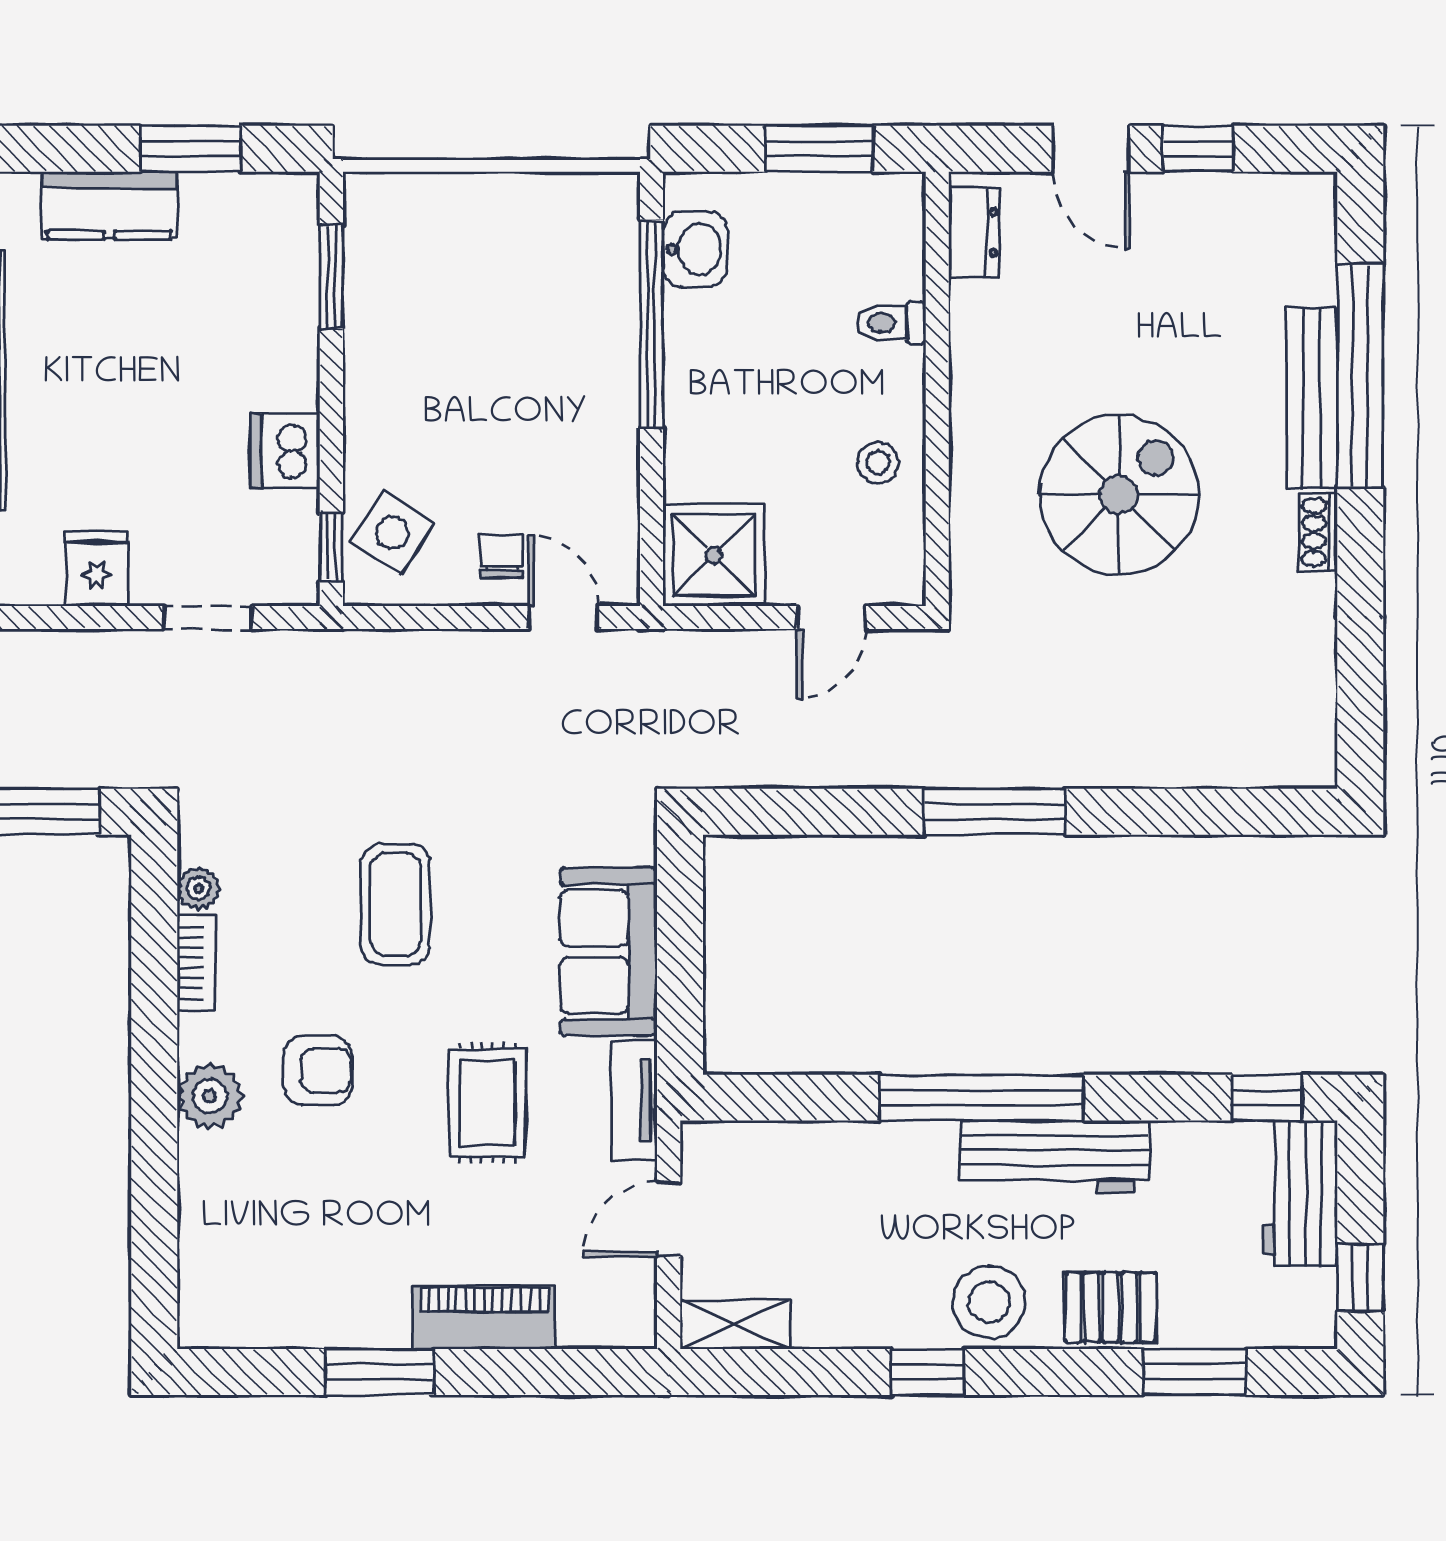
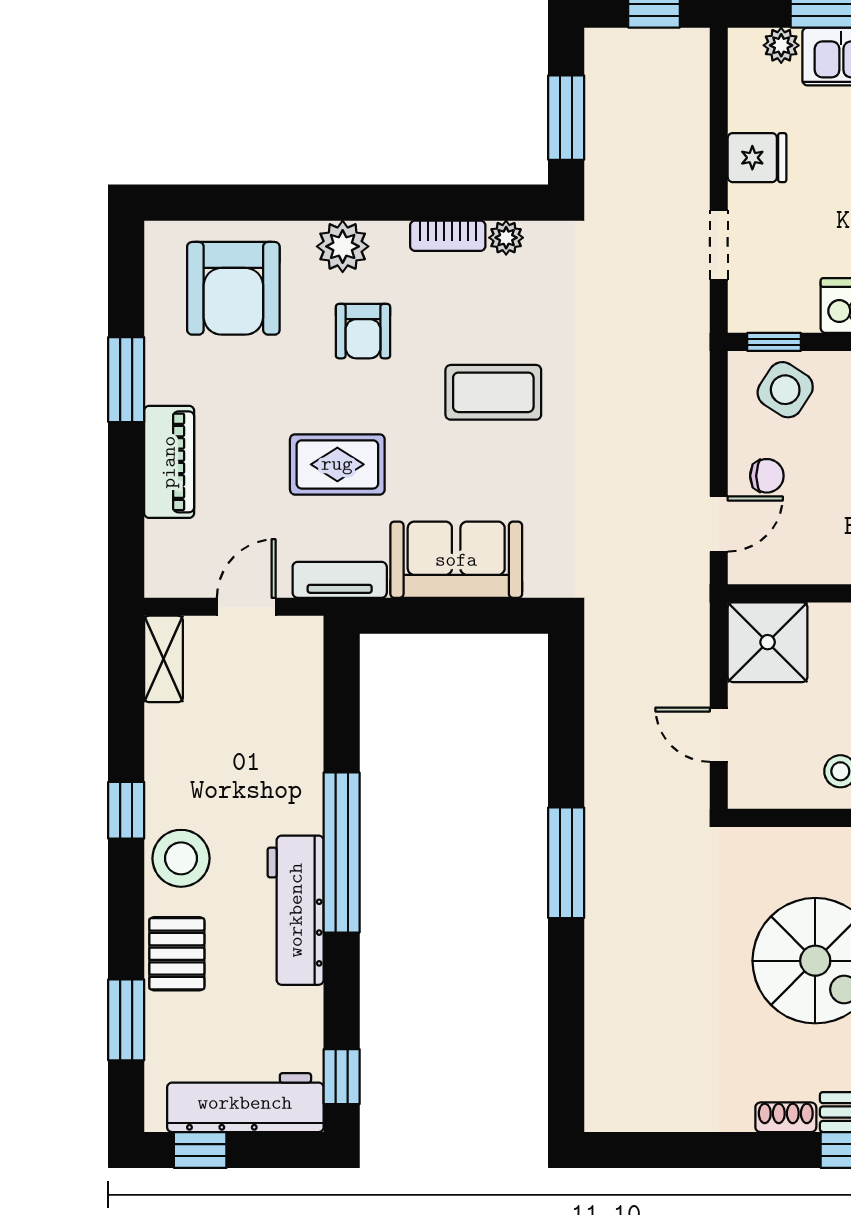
workbench: (1300, 1193) -> (245, 1103), width x1.38
door: (669, 1219) -> (246, 607), hinge flipped
armchair: (263, 1235) -> (233, 288), added

